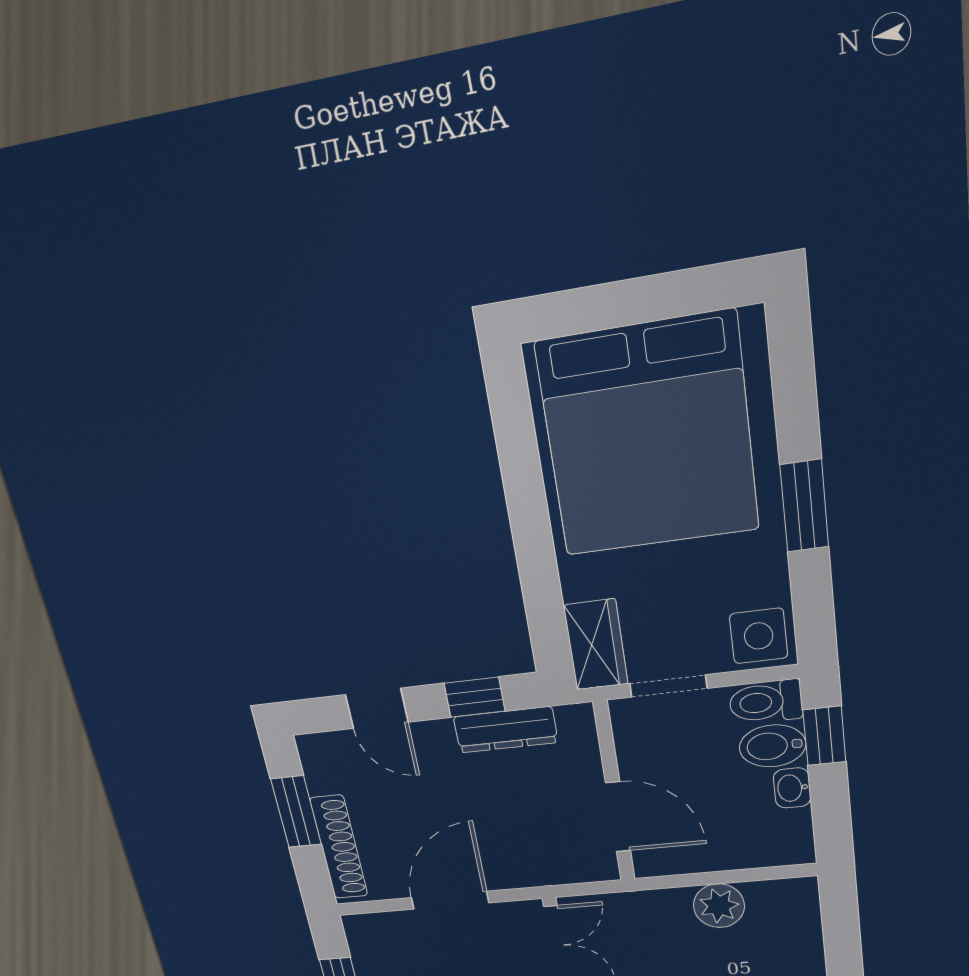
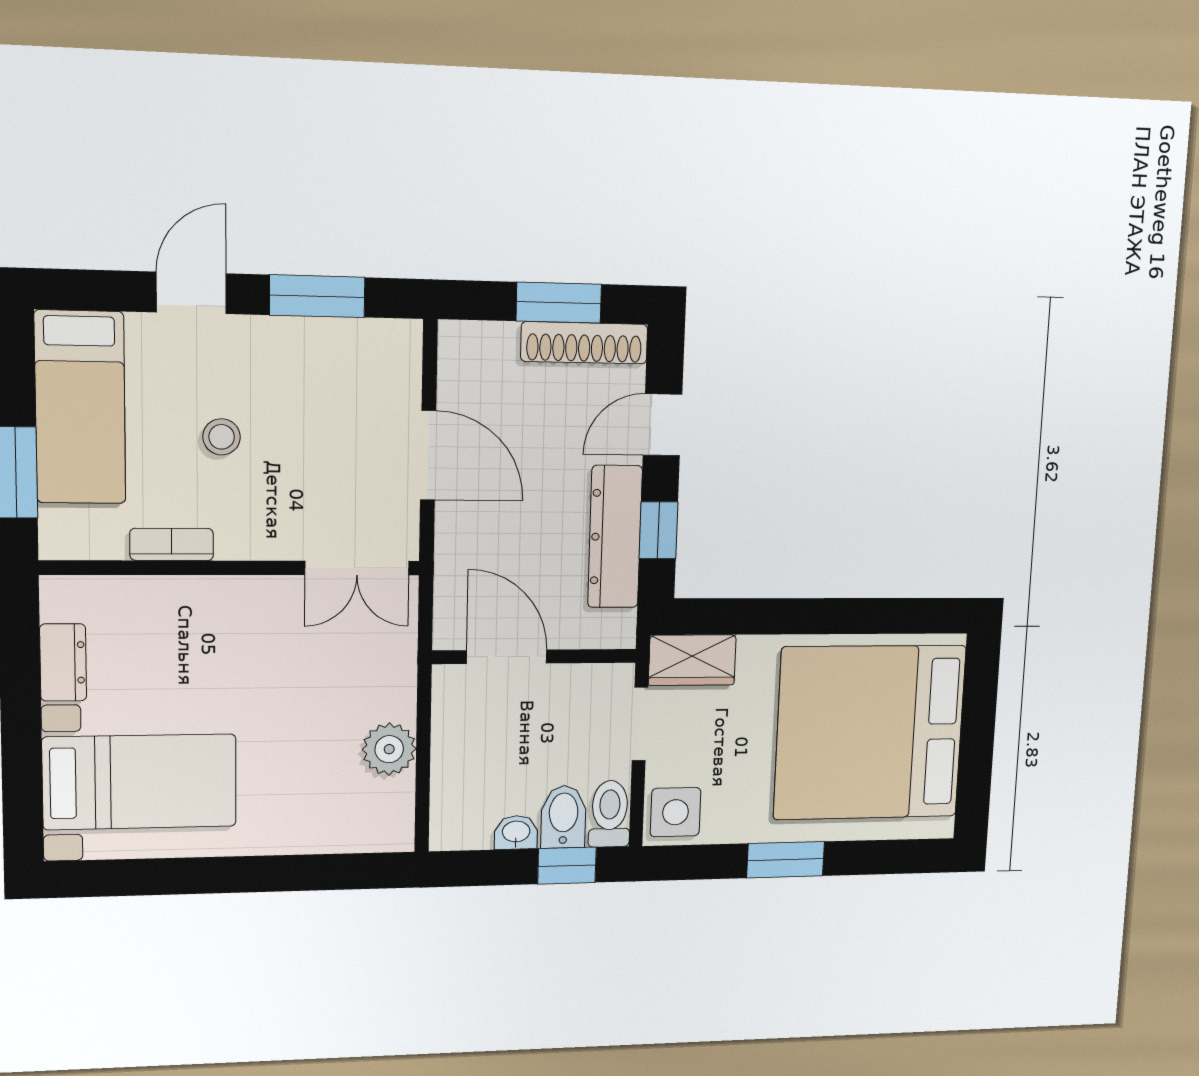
dresser: (506, 730) -> (615, 537), width x1.37, depth x1.24
door: (618, 817) -> (507, 657), swing flipped
shoe rack: (339, 847) -> (584, 343), moved

